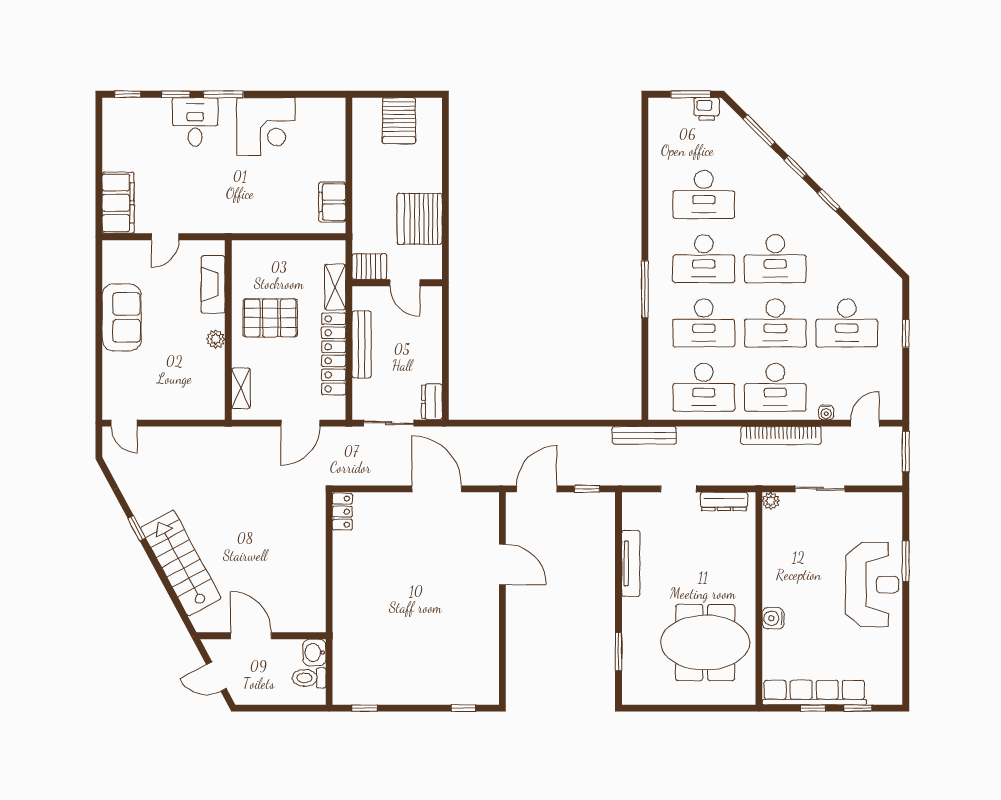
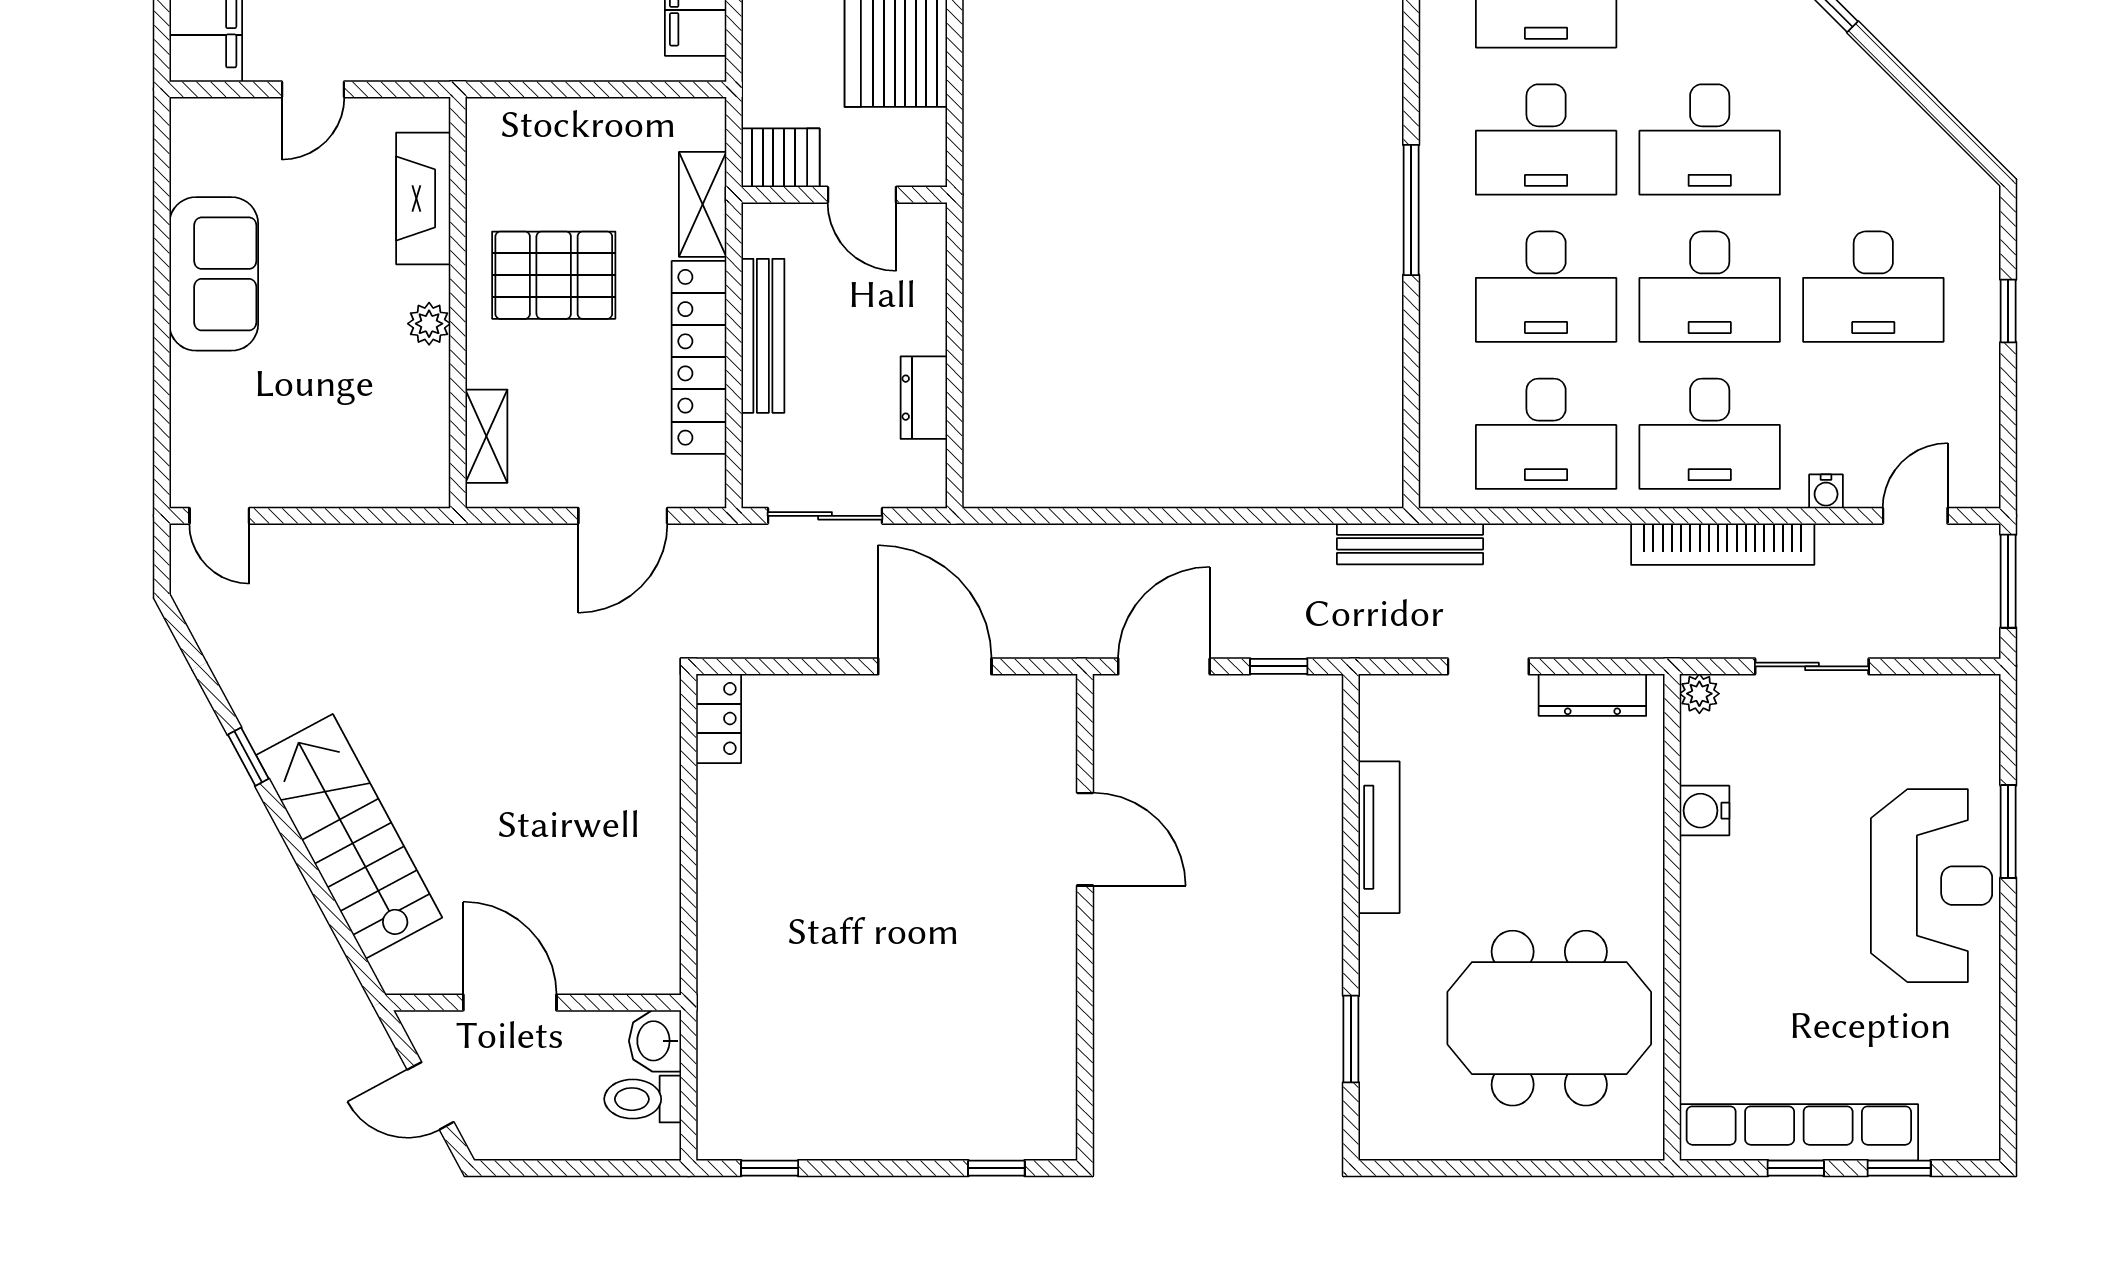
dresser: (432, 402) -> (924, 398), moved
water cooler: (773, 618) -> (1704, 811), moved

